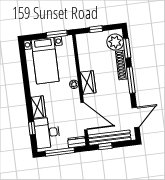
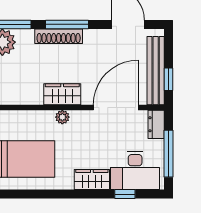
shoe rack: (122, 65) -> (59, 36), moved

